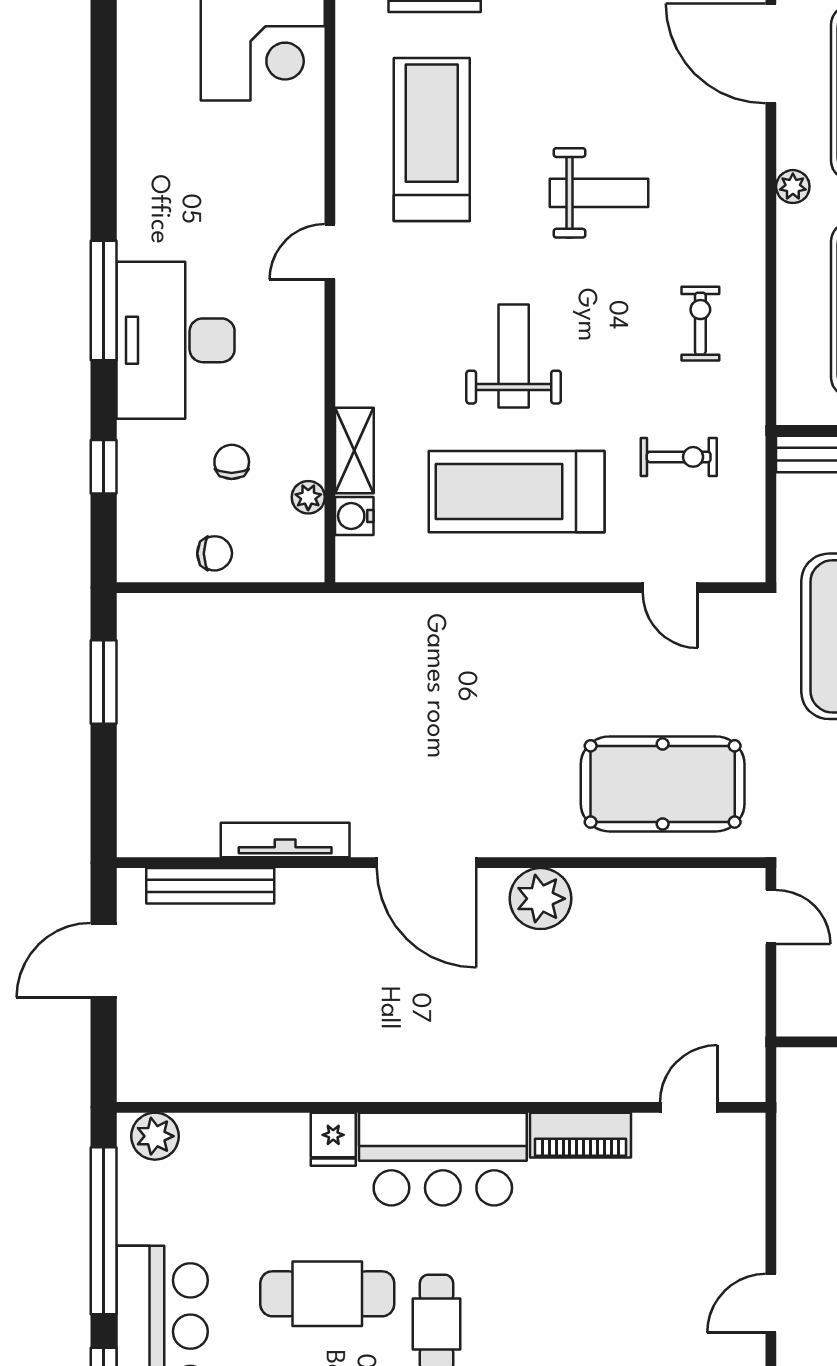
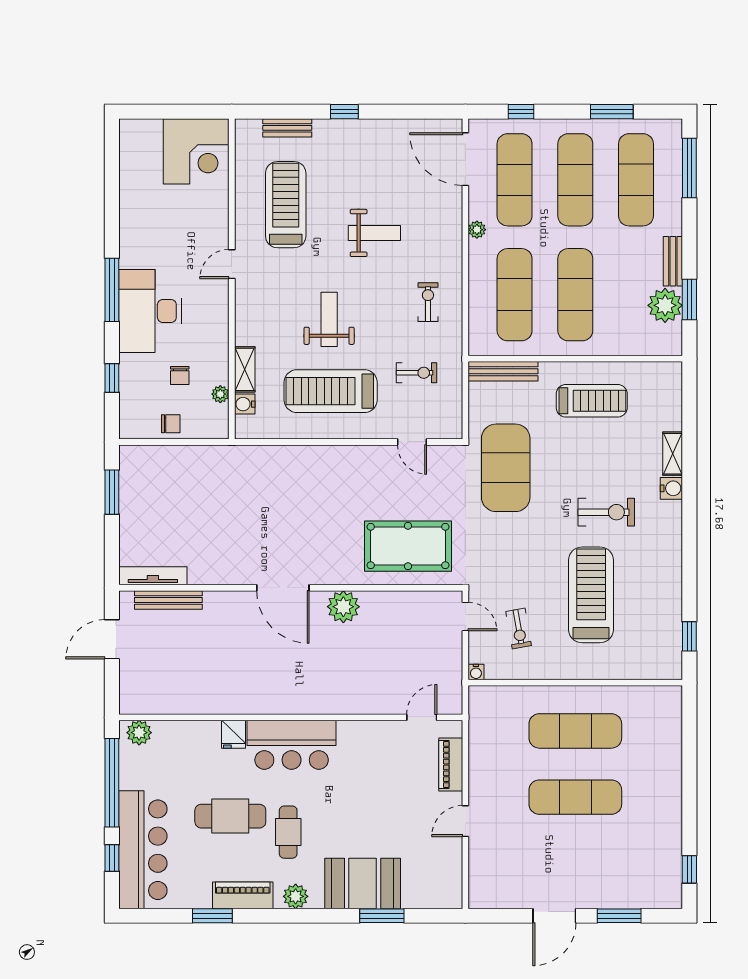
chair: (232, 462) -> (180, 375), turned 180
tv unit: (285, 840) -> (153, 576), moved
water cooler: (791, 1022) -> (476, 672), added
piano: (580, 1135) -> (451, 764), moved, turned 90

